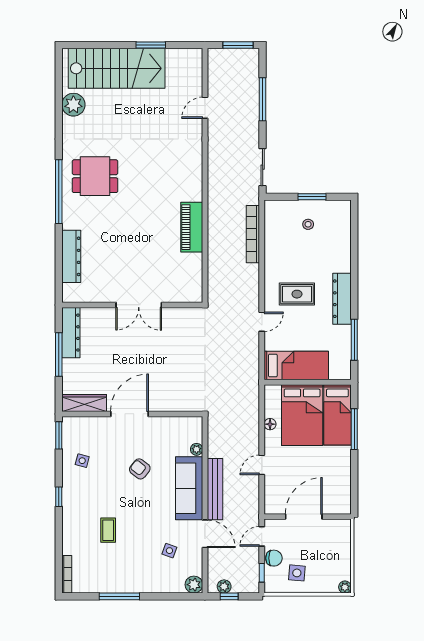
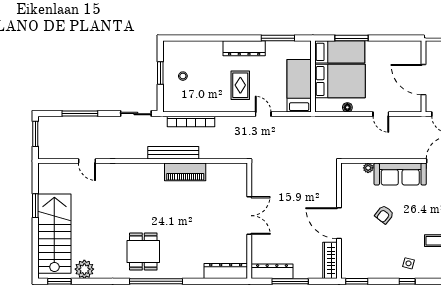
window: (59, 74) -> (59, 281), added
dresser: (71, 256) -> (226, 271), moved
side table: (82, 461) -> (409, 263), moved
bench: (215, 489) -> (173, 153), moved

